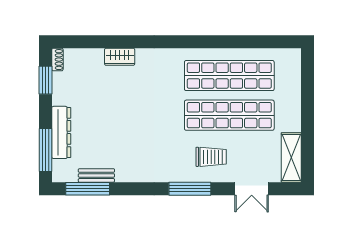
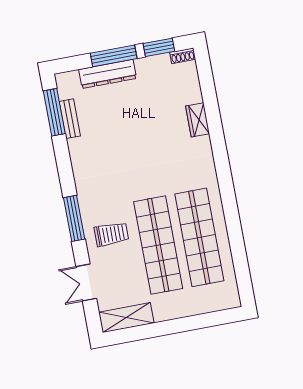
window: (45, 150) -> (114, 56), moved
trolley: (211, 157) -> (111, 234), turned -90

